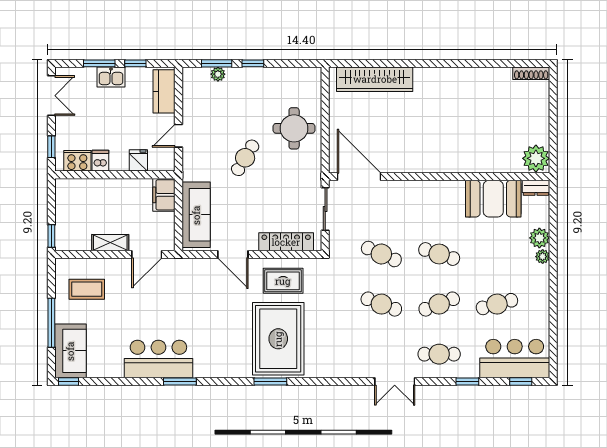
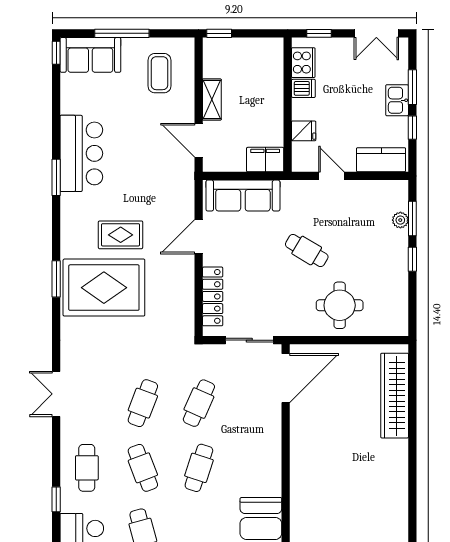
rug: (283, 281) -> (121, 235), moved, turned 90
double door: (395, 382) -> (56, 394), moved

